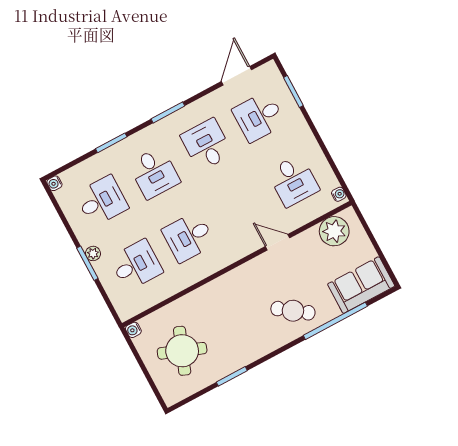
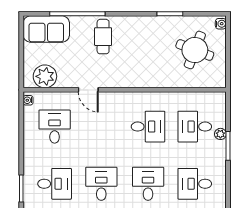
desk: (207, 145) -> (101, 184), turned 180
plant: (93, 253) -> (220, 134), moved
cafe table: (293, 311) -> (103, 37), turned 54
water cooler: (133, 330) -> (221, 24), moved

